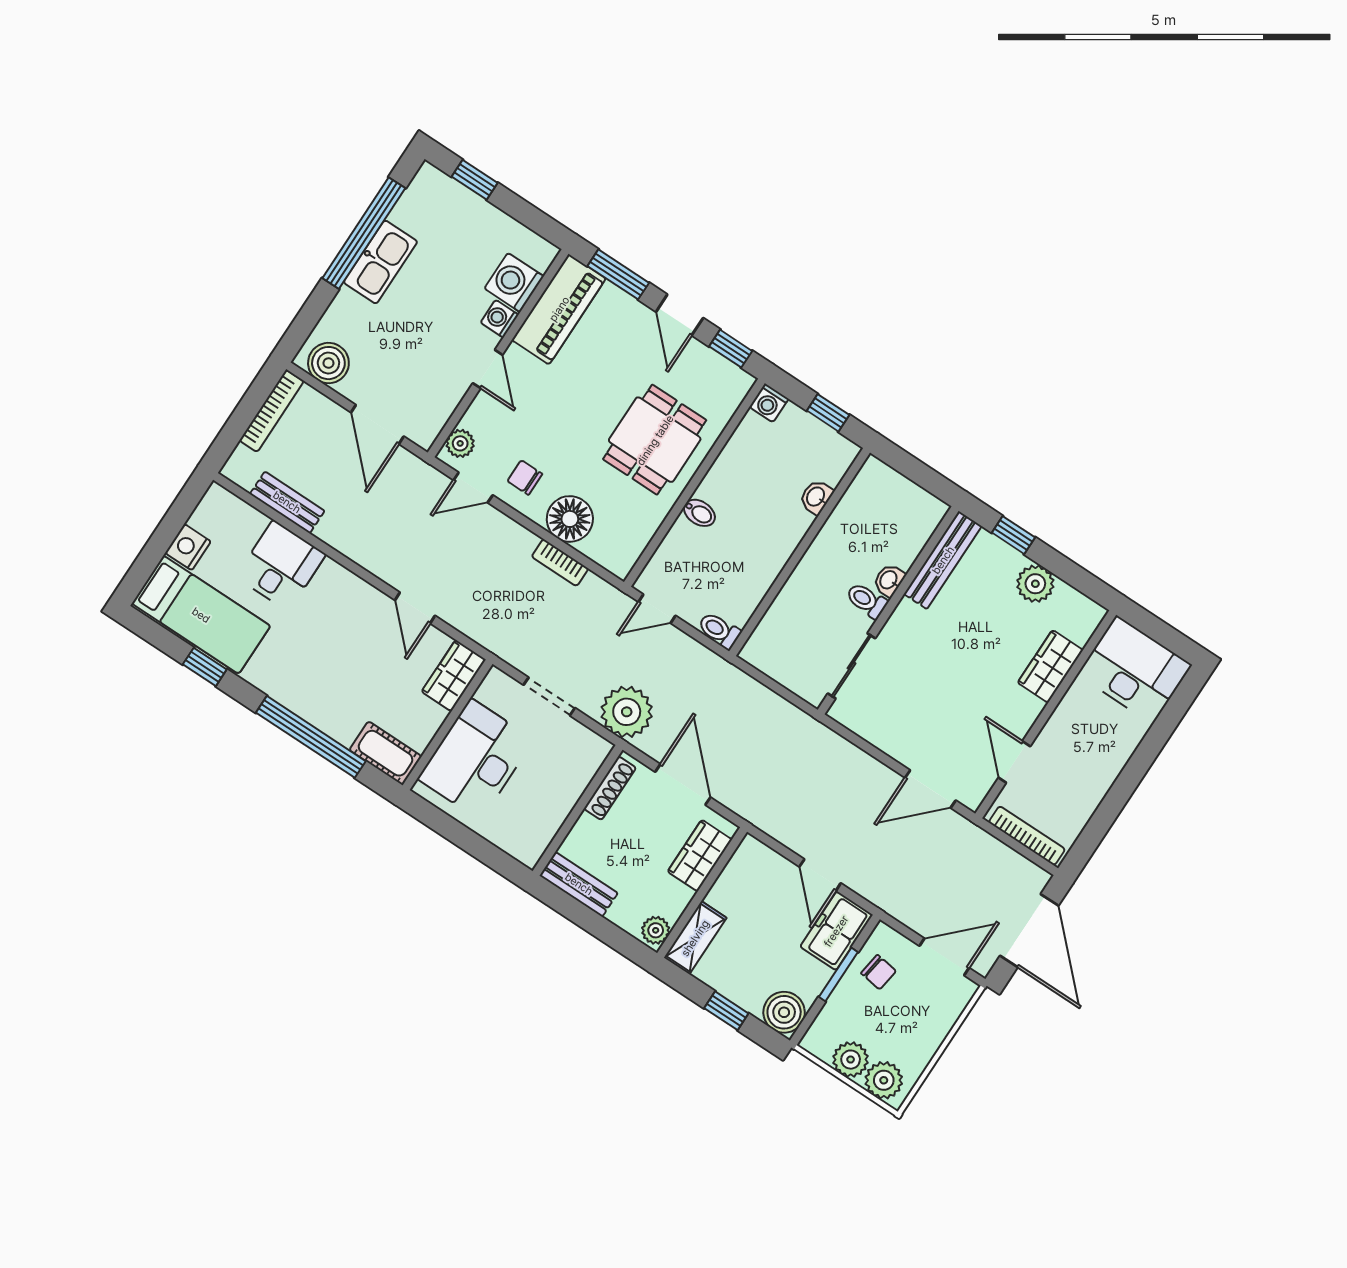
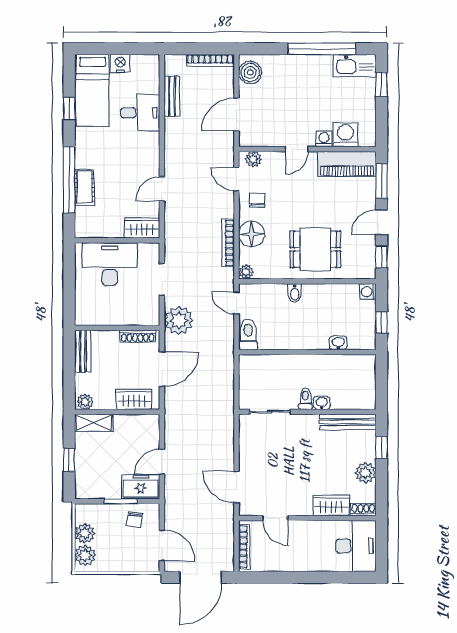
kitchen sink: (381, 262) -> (355, 66), moved
bookcase: (560, 563) -> (228, 243), width x1.56
plant: (620, 564) -> (246, 272), added
shoe rack: (1088, 623) -> (363, 510), added
toilet: (719, 630) -> (248, 334), width x1.37, depth x1.39
cot: (385, 753) -> (85, 187), moved
door: (1014, 762) -> (275, 518), swing flipped
boiler: (784, 1012) -> (86, 487), removed

